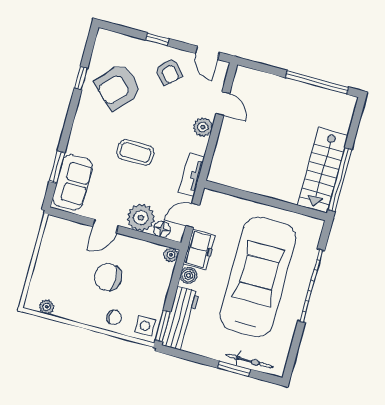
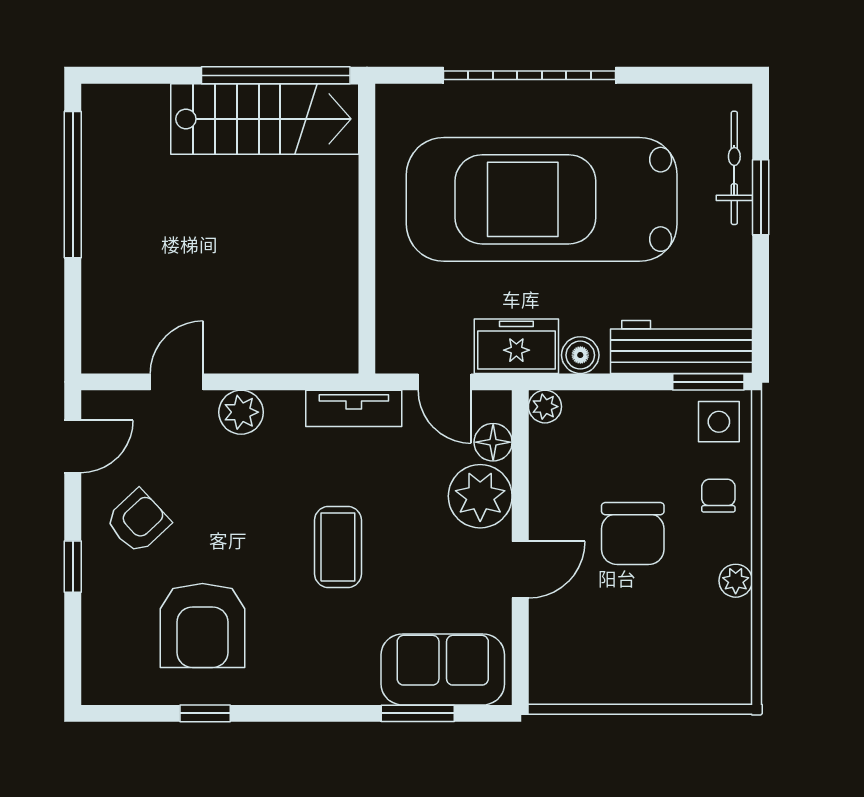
armchair: (118, 87) -> (202, 625), turned 47
door: (105, 226) -> (520, 570), hinge flipped
plant: (47, 307) -> (736, 581), moved

